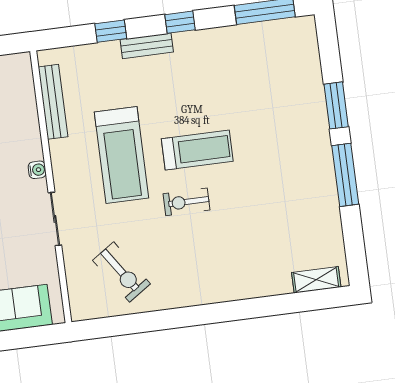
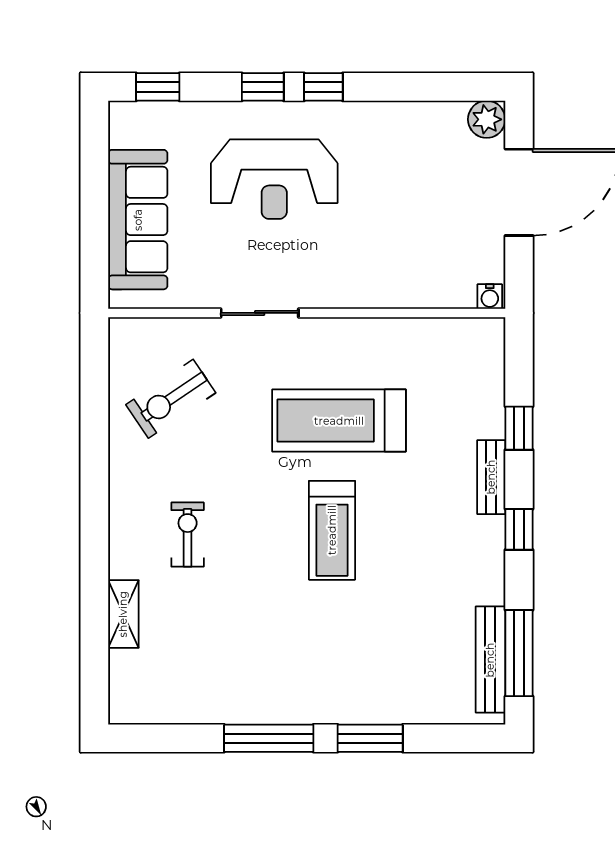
bench: (53, 102) -> (490, 660), moved, turned 90
water cooler: (37, 170) -> (490, 297), moved
exercise bike: (187, 202) -> (188, 535), moved
shelving: (316, 280) -> (123, 614), moved

